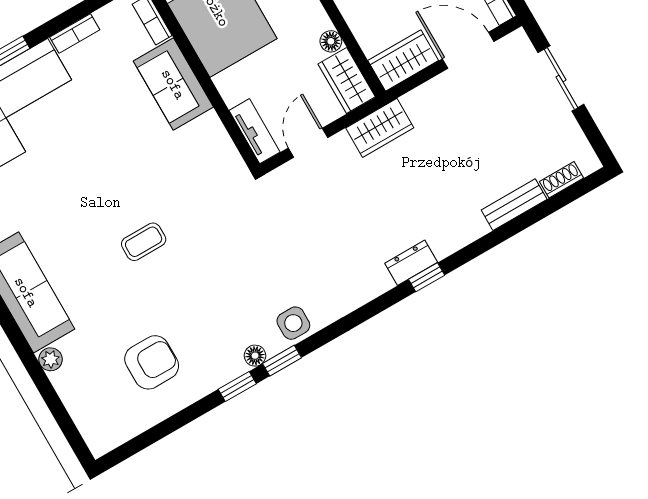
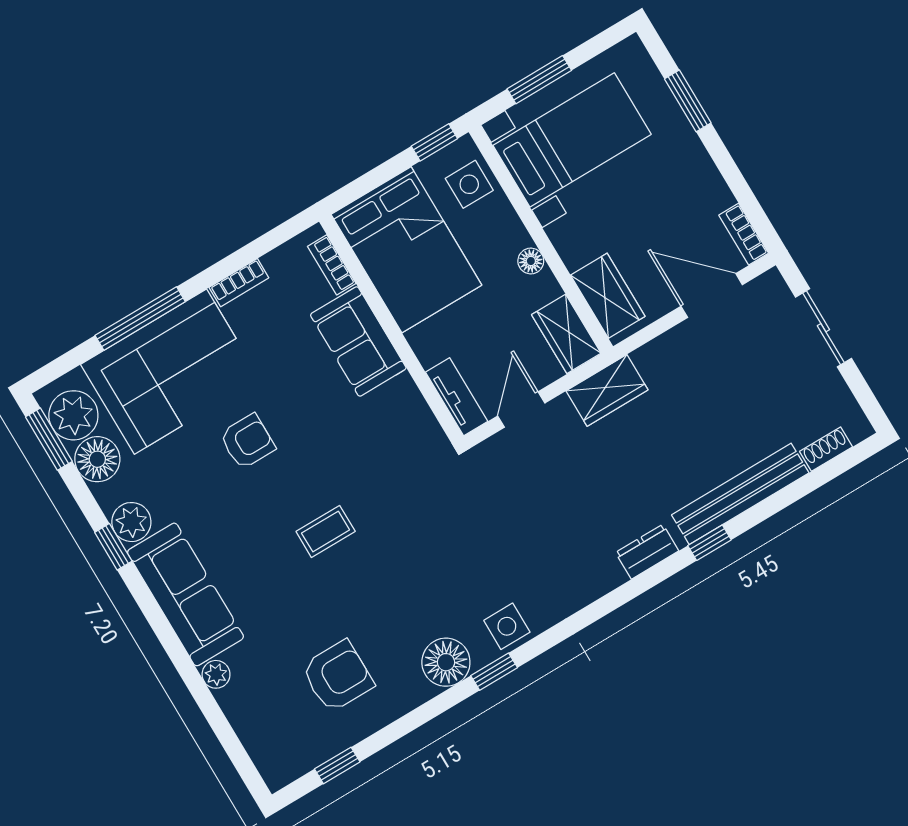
floor lamp: (331, 41) -> (531, 261), moved
wardrobe: (403, 61) -> (608, 296), moved, turned 90
armchair: (80, 166) -> (247, 441), added
bench: (514, 205) -> (740, 494), width x1.86, depth x1.21
window: (427, 277) -> (709, 543), moved
floor lamp: (255, 356) -> (446, 662), width x1.89, depth x1.89
window: (237, 387) -> (337, 765), moved

